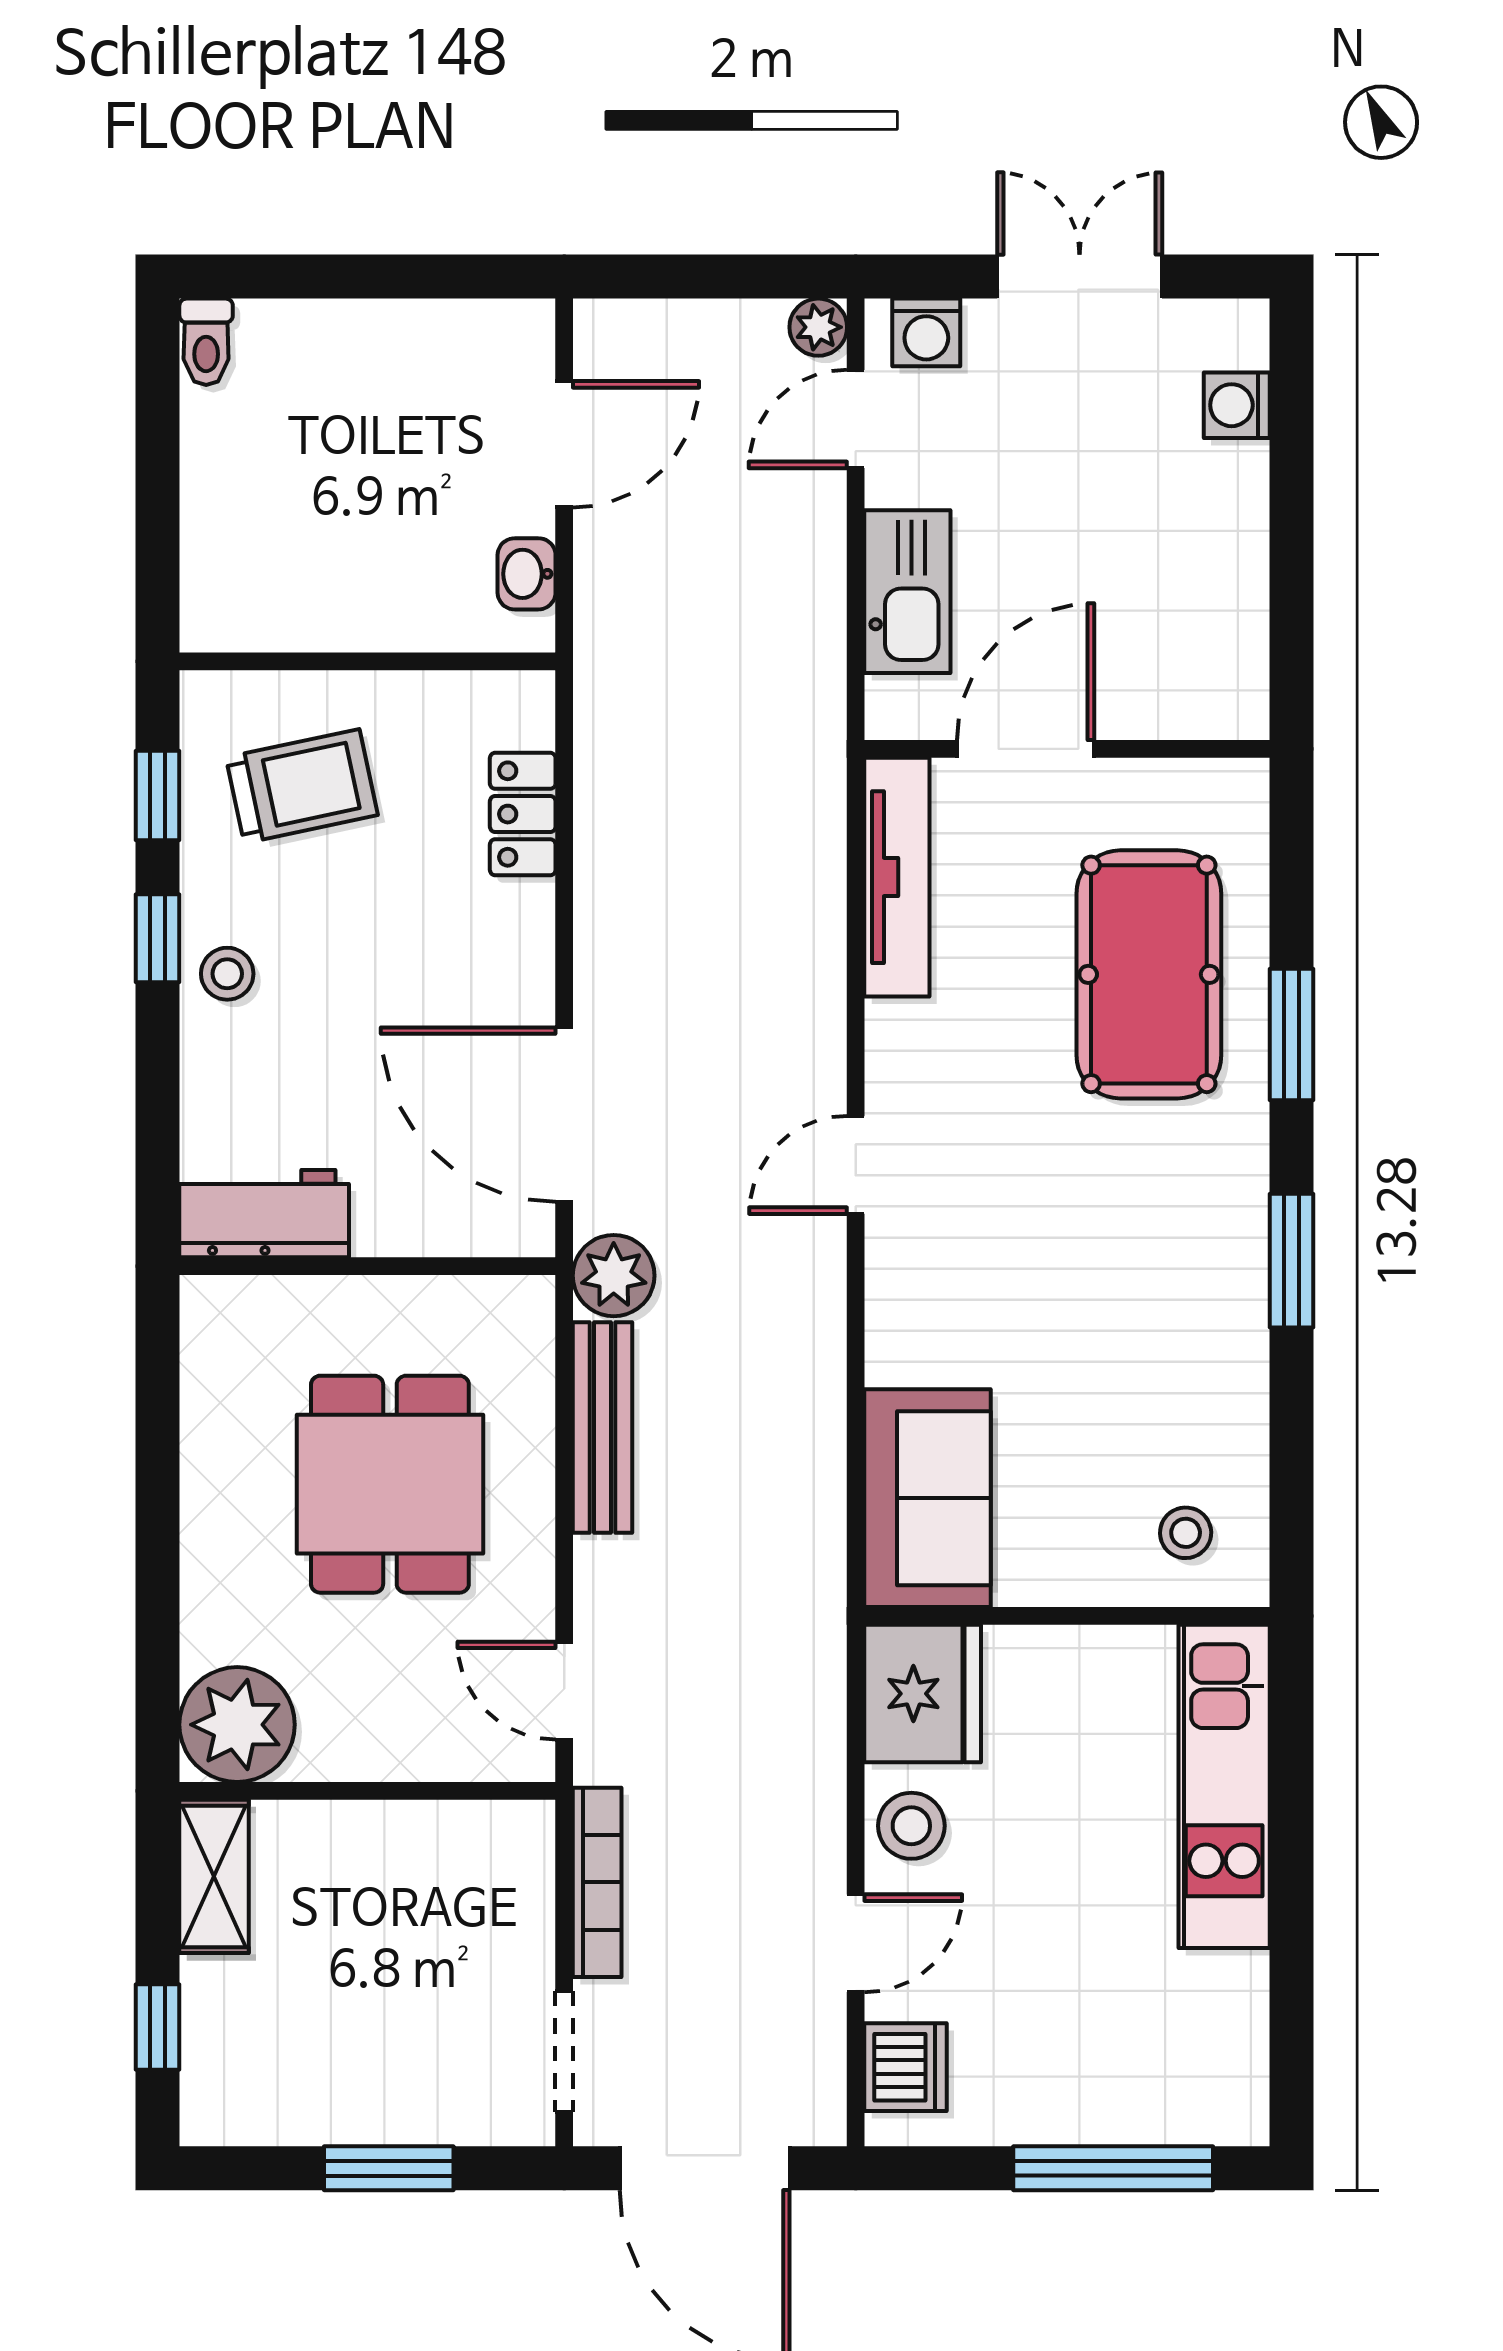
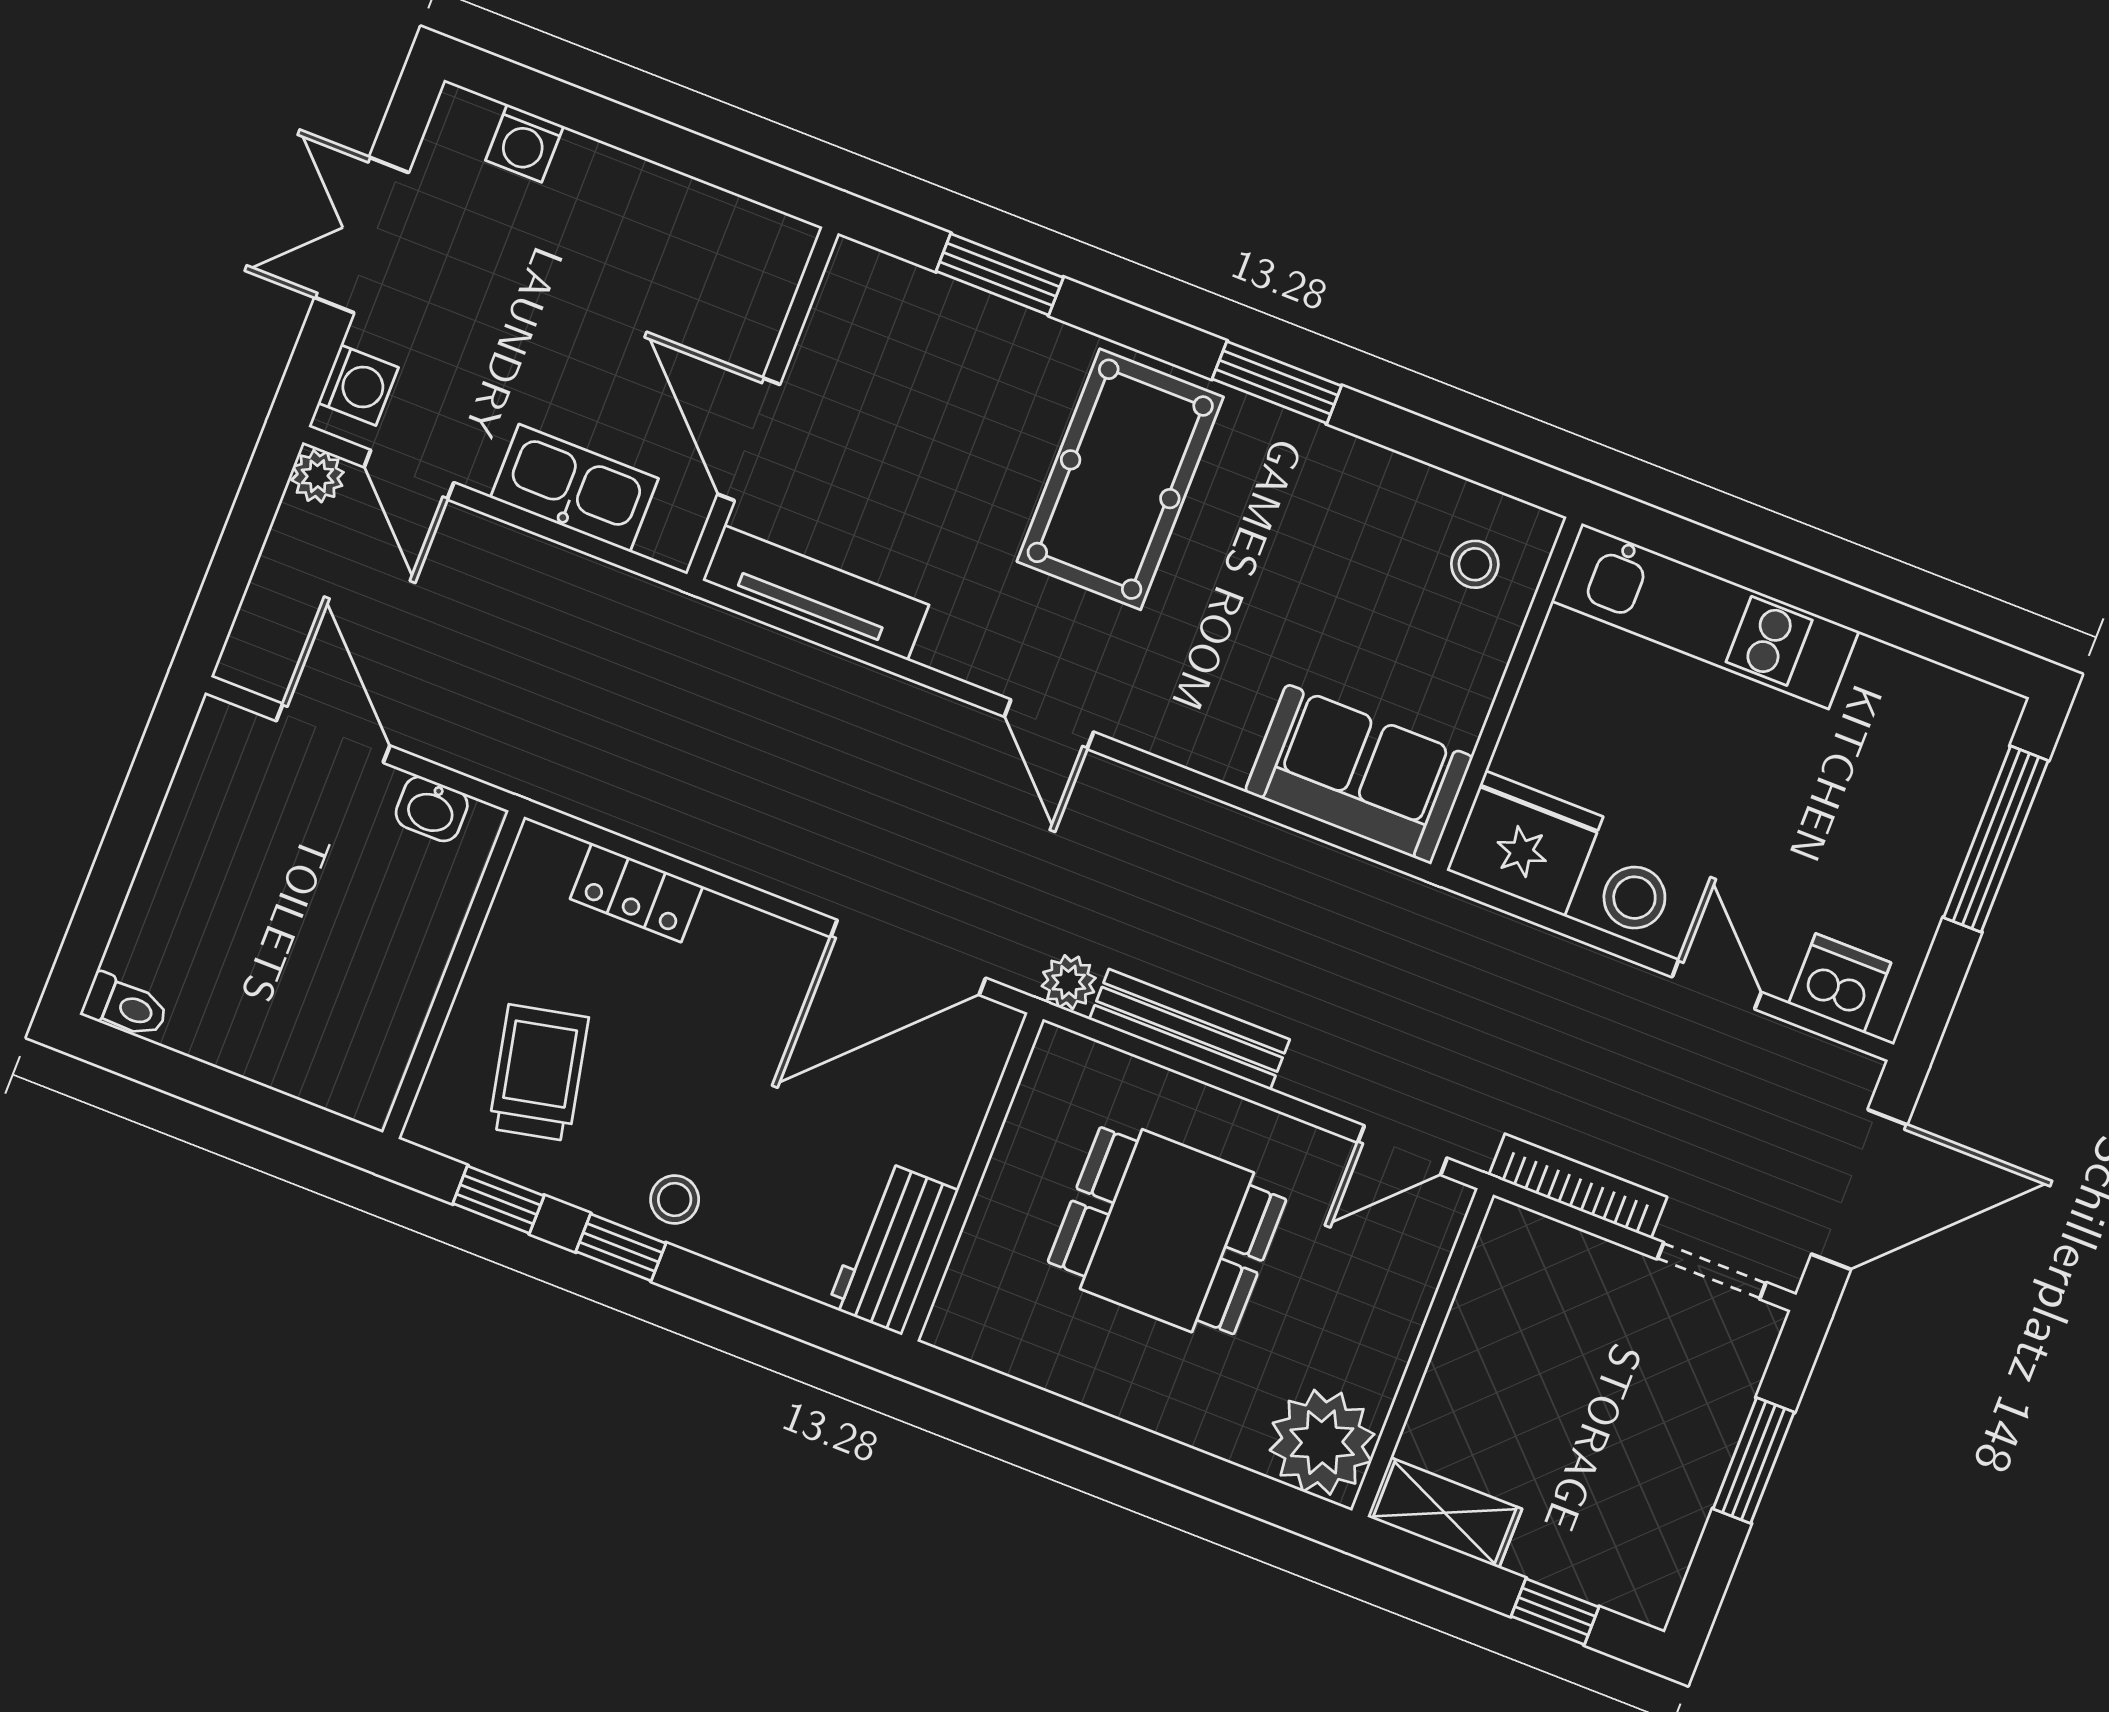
pool table: (1149, 974) -> (1120, 479), moved, turned 90
window: (1291, 1034) -> (1000, 274), moved
plant: (614, 1276) -> (1069, 982), width x0.73, depth x0.73

